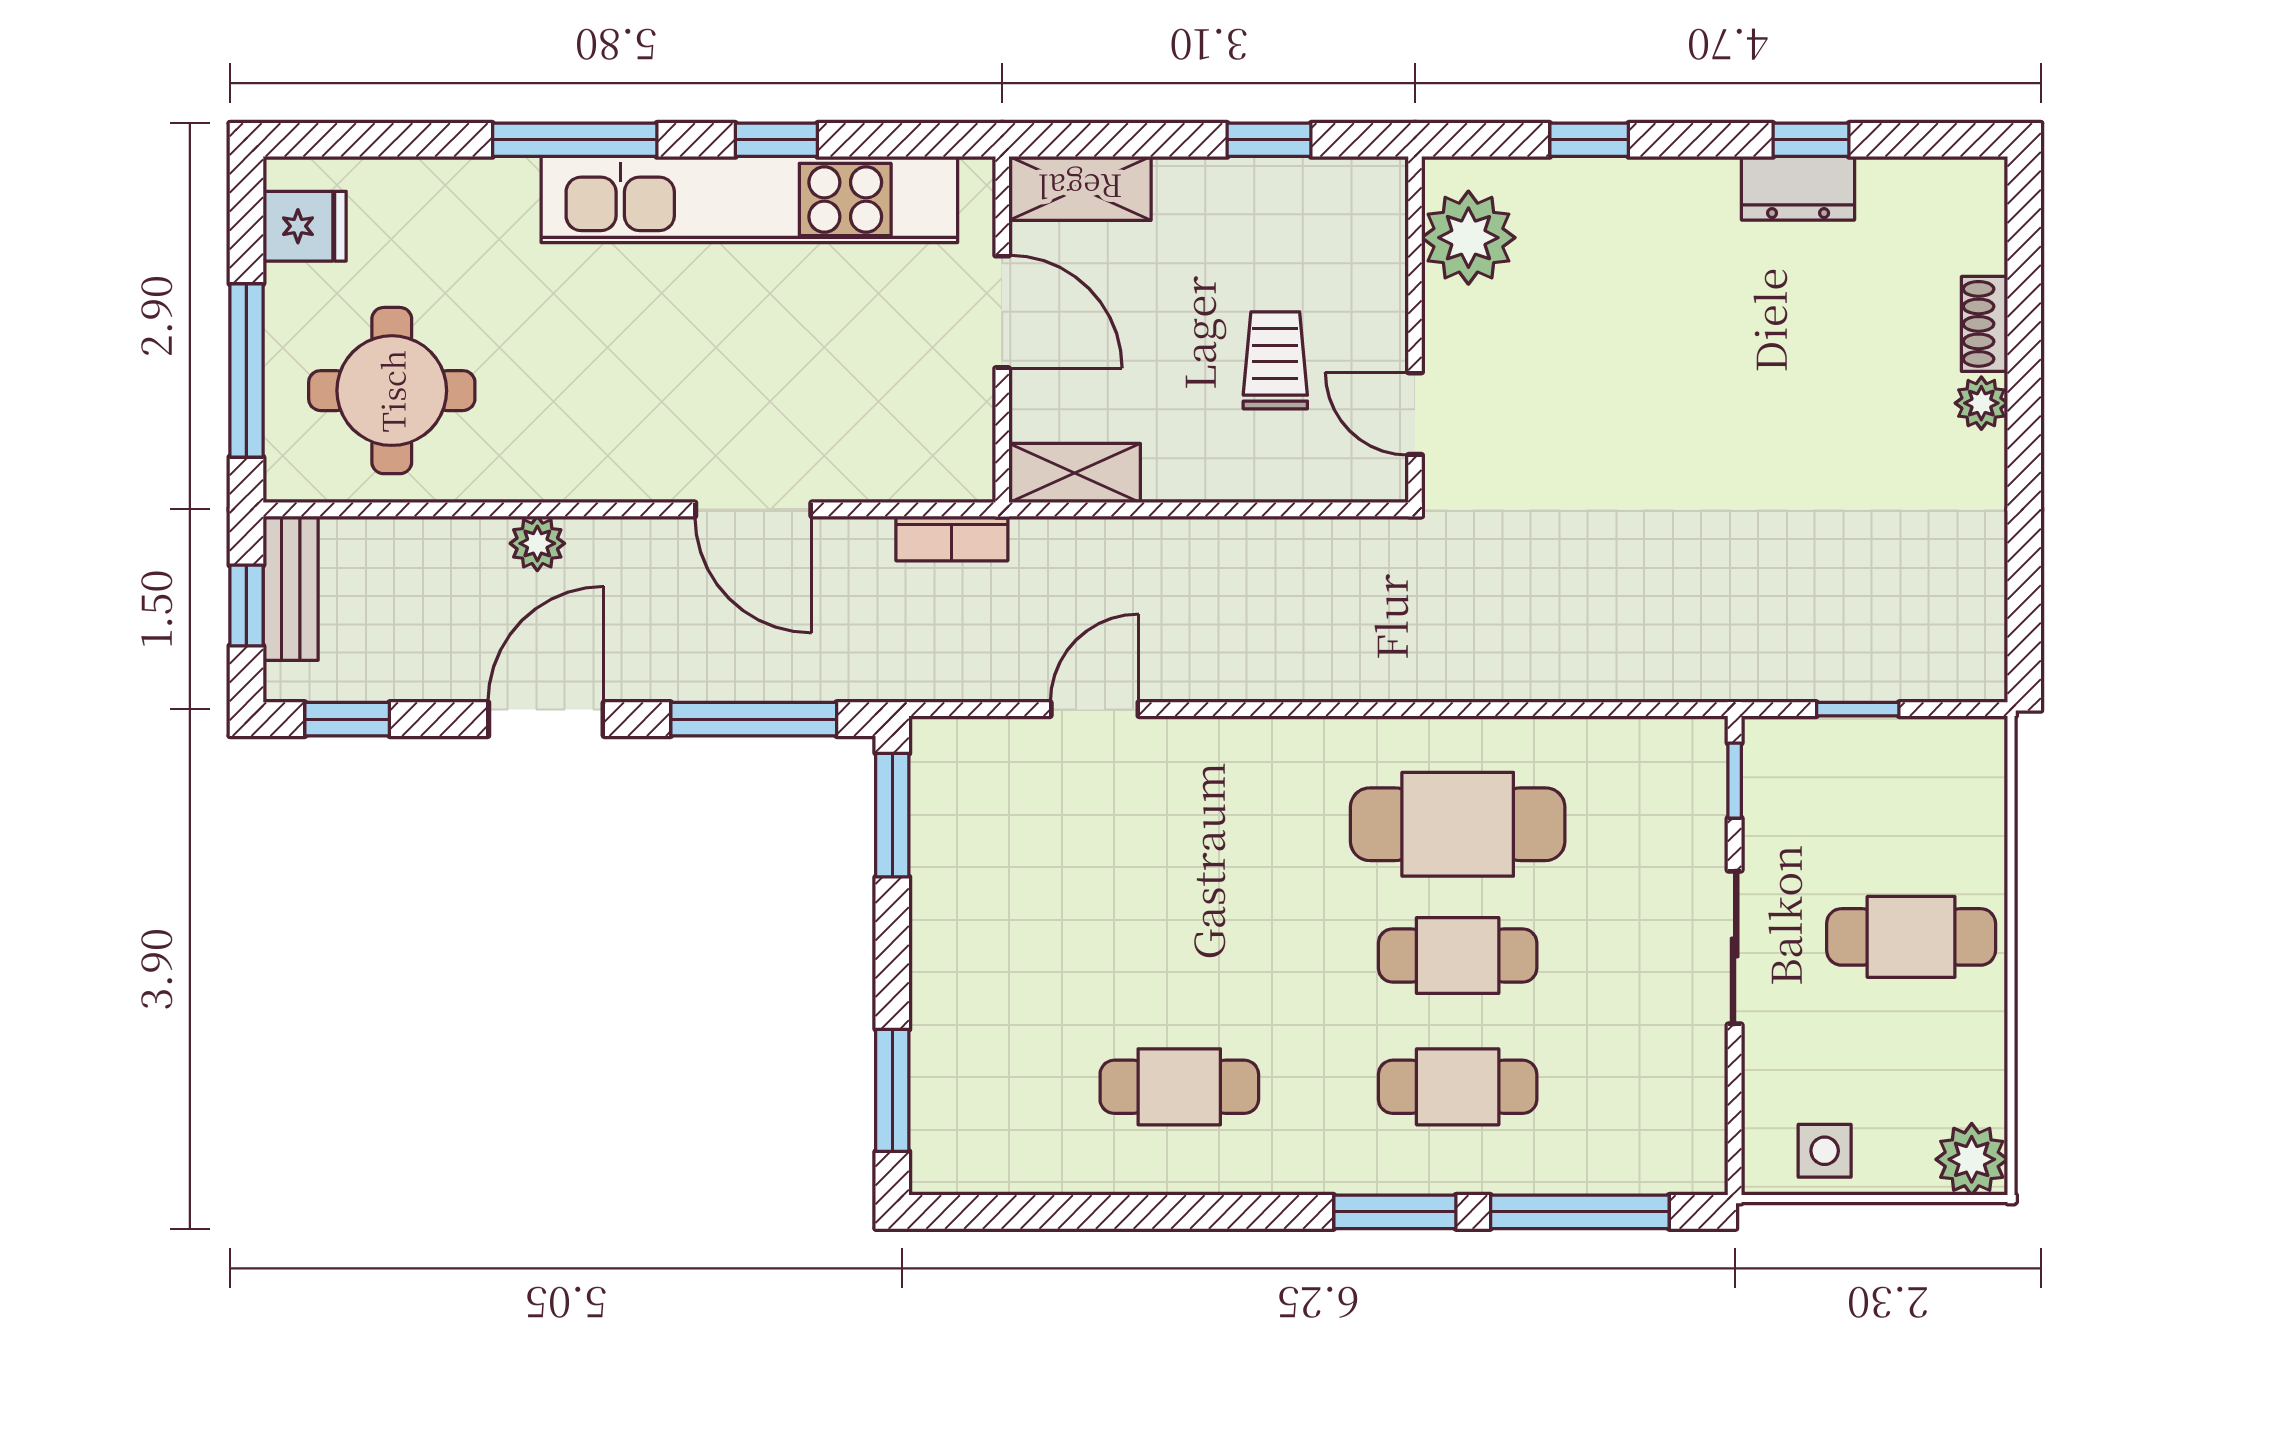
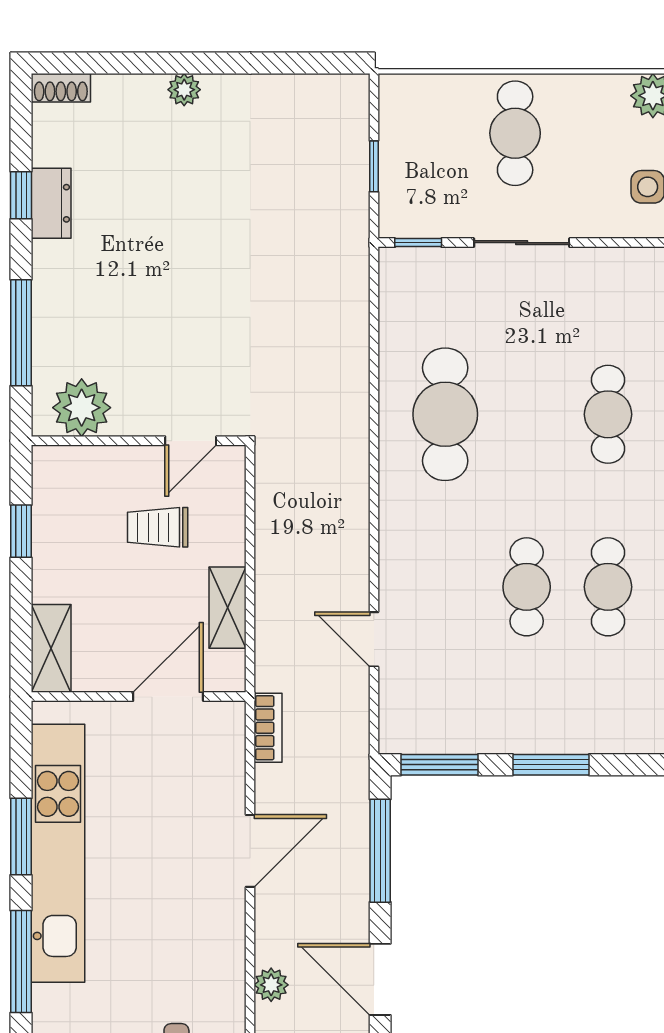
window: (776, 140) -> (21, 837), width x1.50
window: (1589, 140) -> (21, 333), width x2.17
door: (1002, 312) -> (168, 697), moved
shoe rack: (1985, 324) -> (61, 88), moved
shelving: (1075, 473) -> (228, 608), moved
cafe table: (1458, 956) -> (527, 587), moved
window: (892, 1090) -> (551, 765), moved

